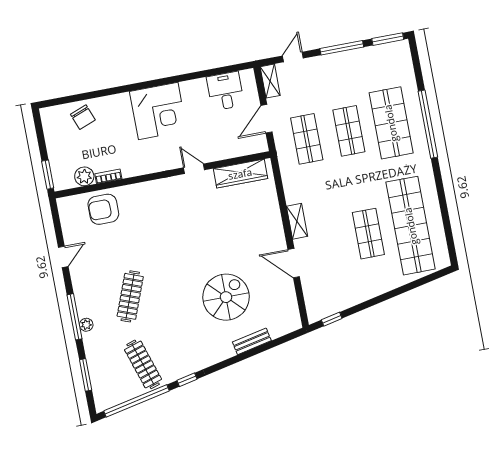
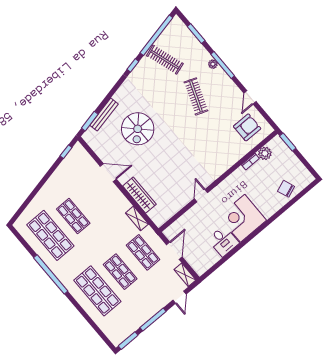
desk: (225, 91) -> (223, 241), moved
window: (428, 124) -> (51, 274), moved
door: (194, 169) -> (201, 196), swing flipped
wardrobe: (240, 174) -> (139, 195), moved, turned 90
armchair: (103, 209) -> (247, 127), moved
shelving: (297, 221) -> (137, 218), moved
shop shelf: (411, 226) -> (50, 235), width x0.71
bench: (252, 341) -> (104, 115), width x1.36
window: (280, 341) -> (90, 121), added

